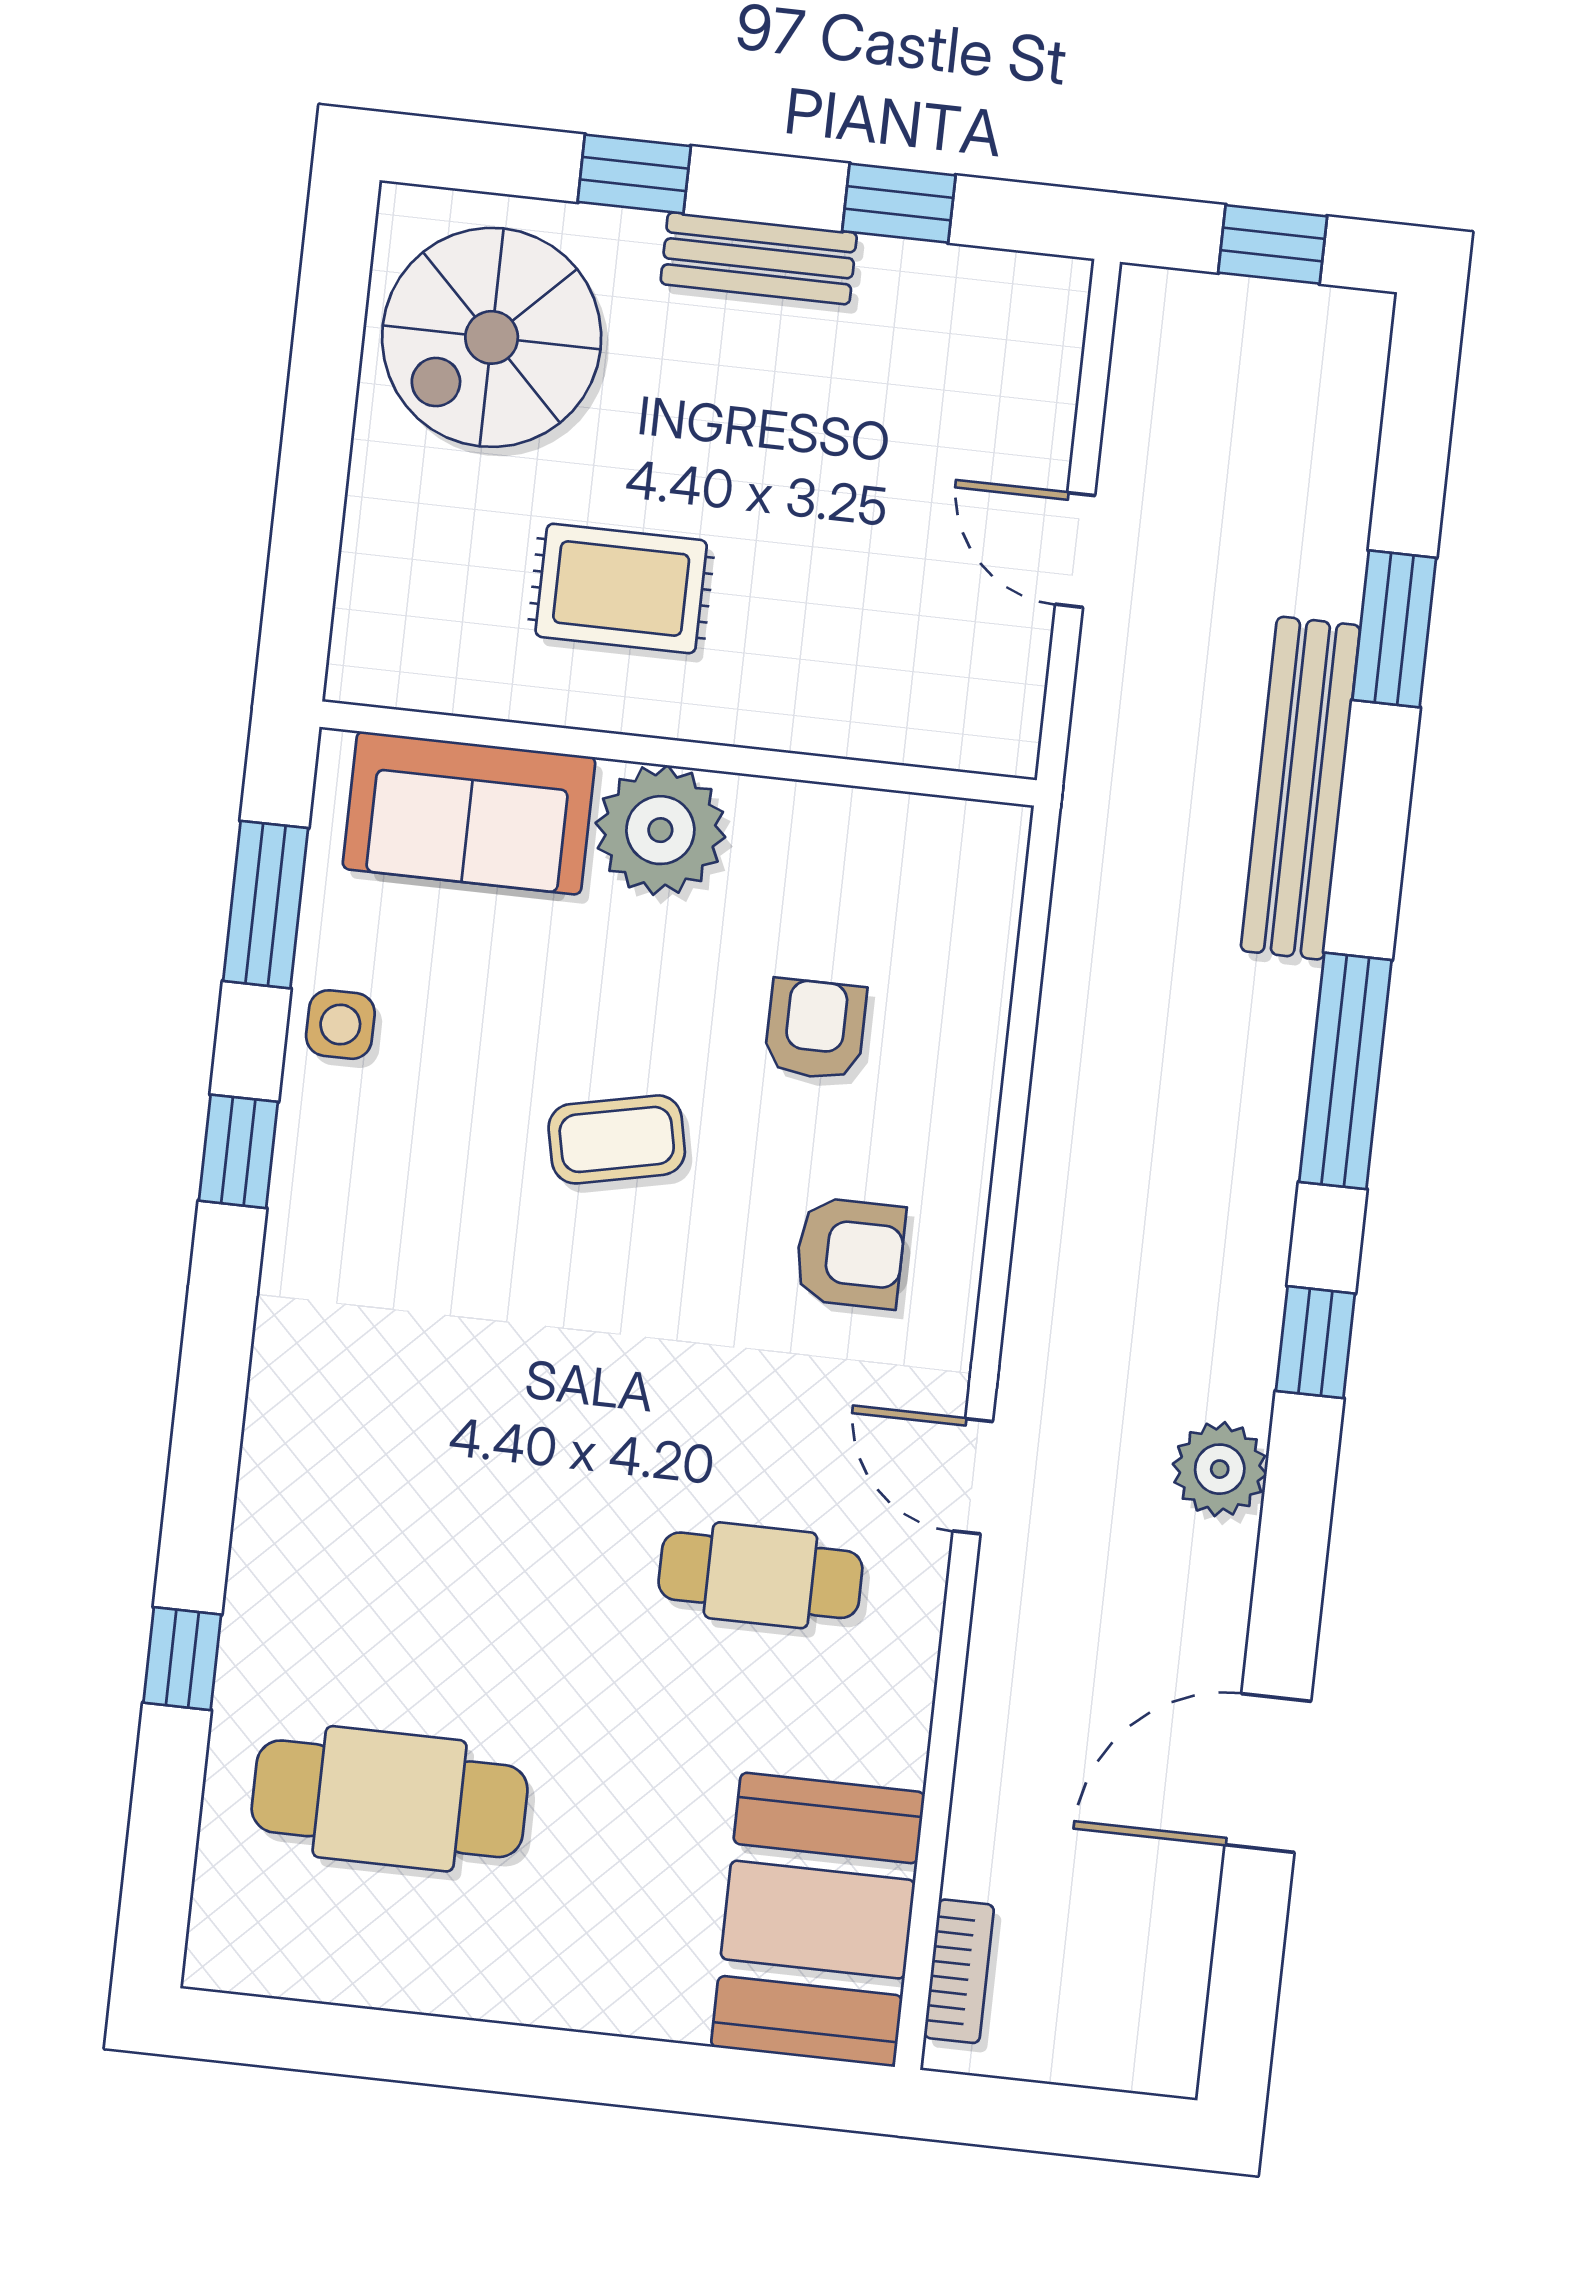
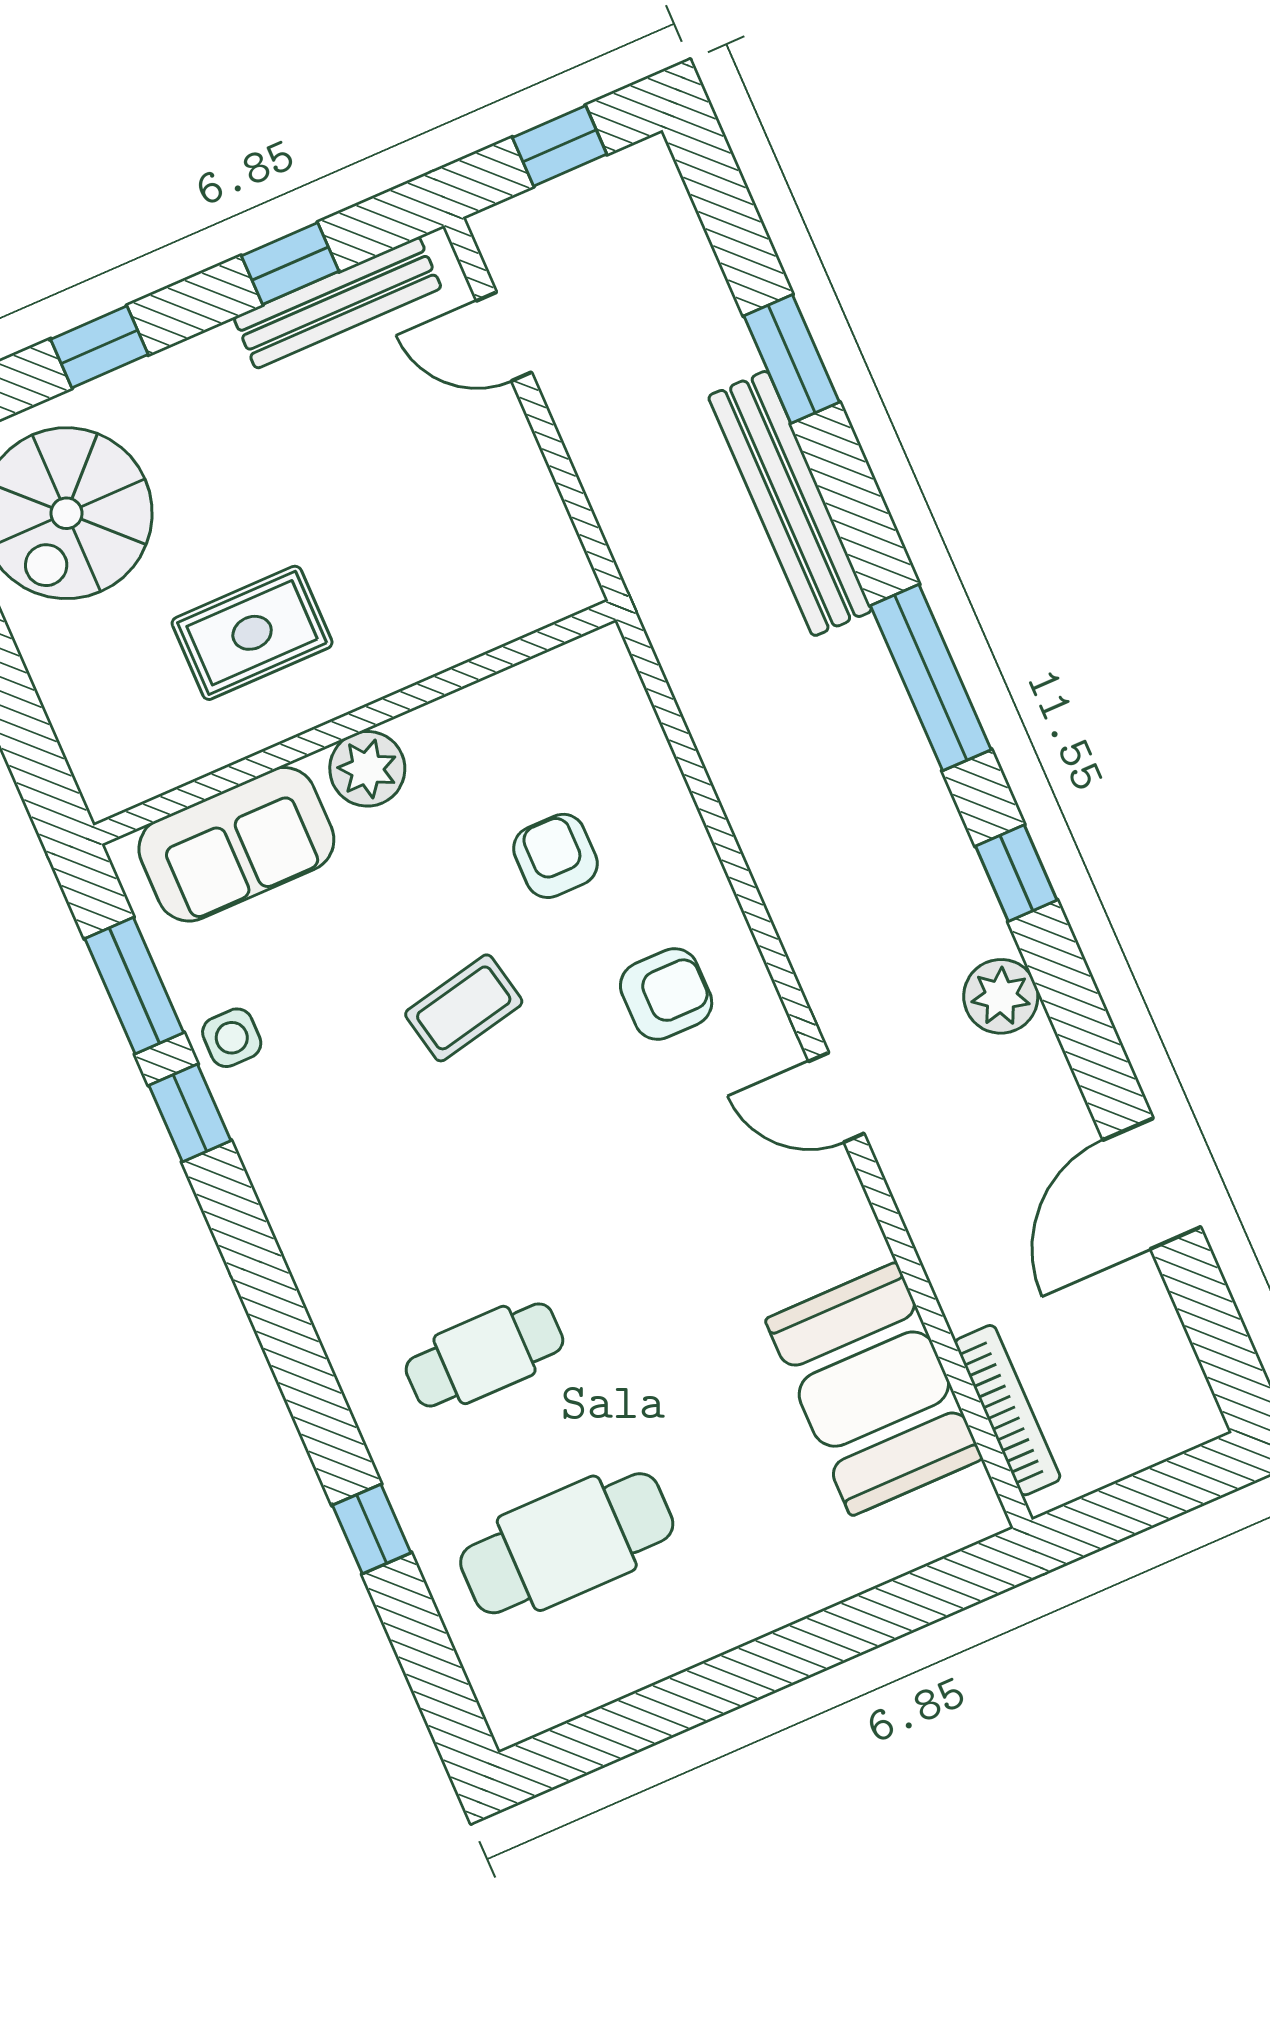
bench: (759, 258) -> (337, 303), moved, width x1.36
door: (1075, 550) -> (504, 337), moved
plant: (660, 830) -> (367, 769), width x0.73, depth x0.73
window: (238, 1151) -> (190, 1113), moved
cafe table: (760, 1575) -> (484, 1355), moved
booth: (818, 1920) -> (874, 1389), moved
bookcase: (959, 1971) -> (1008, 1410), width x1.56

